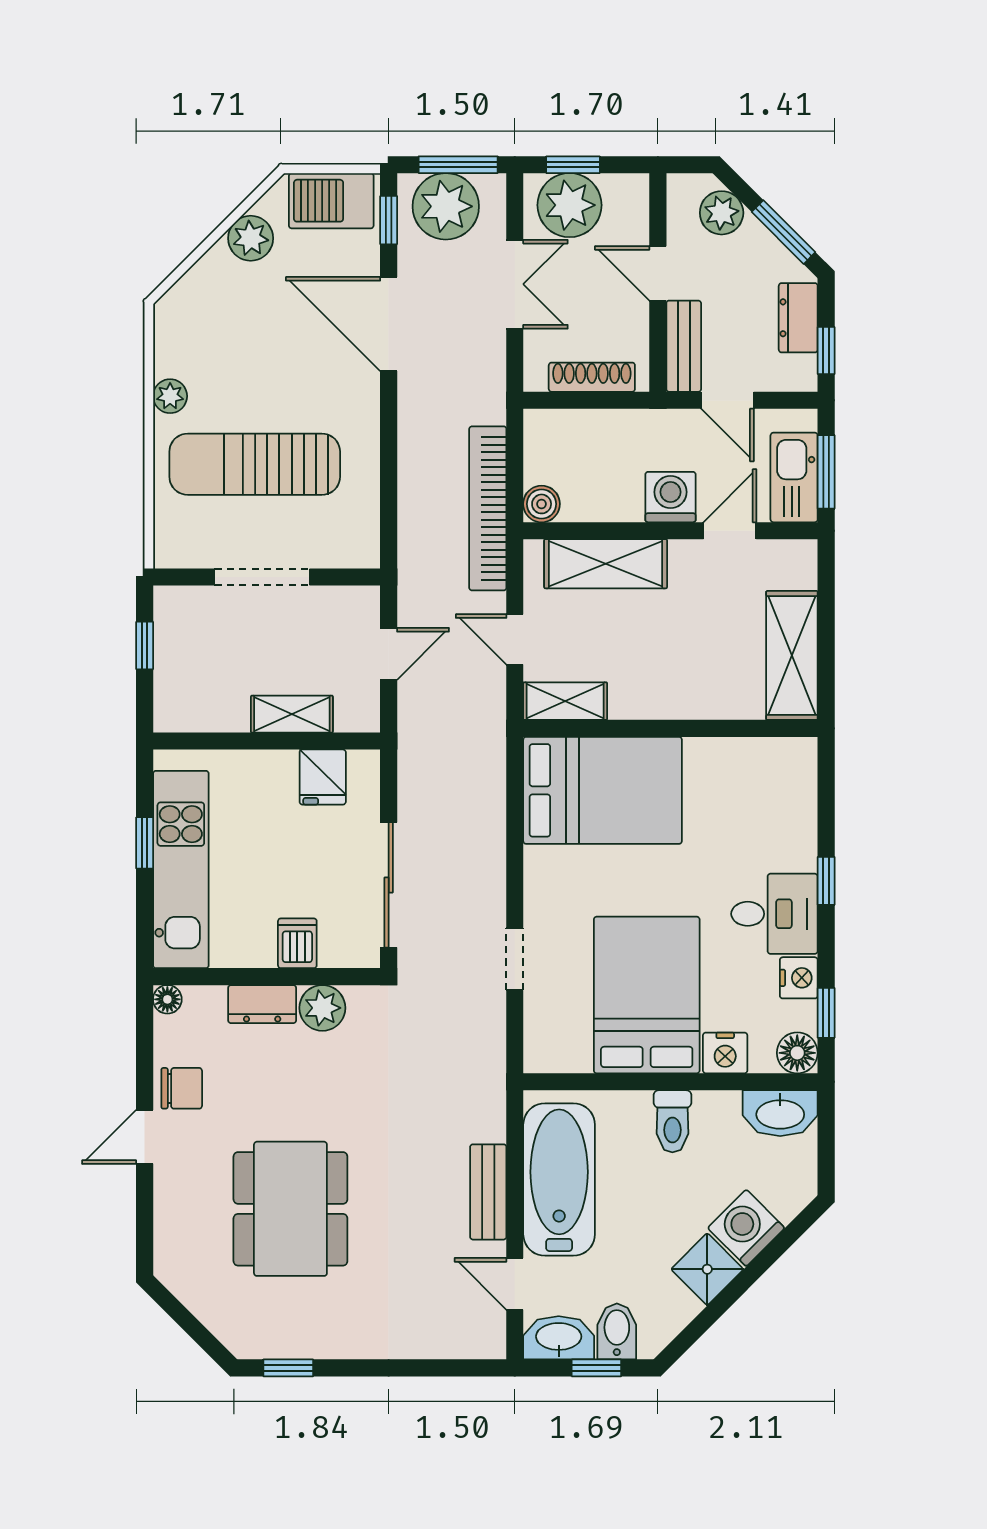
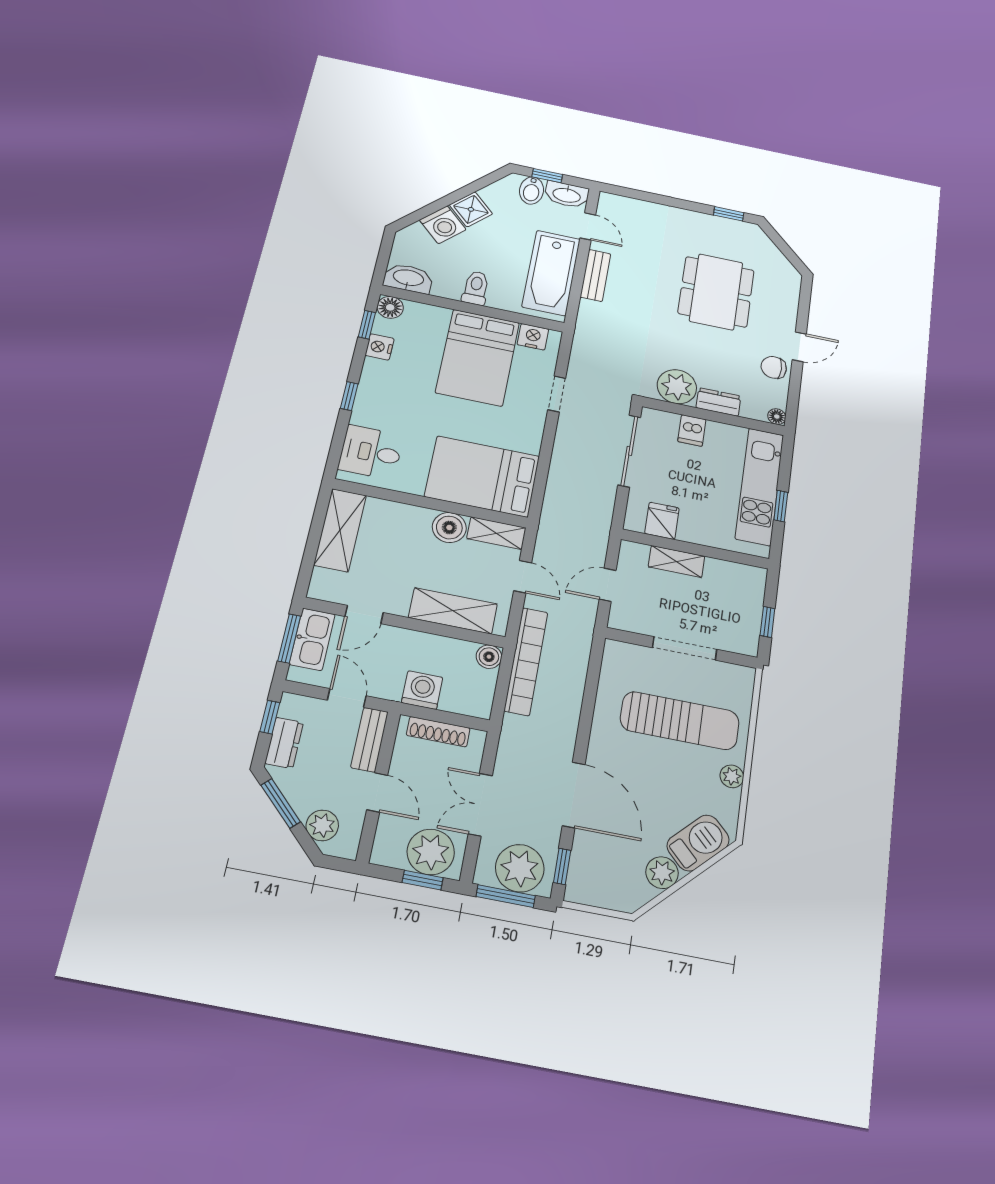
barbecue: (331, 201) -> (698, 843), moved, turned -45
washing machine: (671, 497) -> (422, 690), moved, turned 180
boiler: (635, 695) -> (449, 527), added
desk: (774, 914) -> (371, 452), moved
plant: (322, 1008) -> (677, 387), width x1.36, depth x1.36
nightstand: (725, 1053) -> (533, 337), moved

